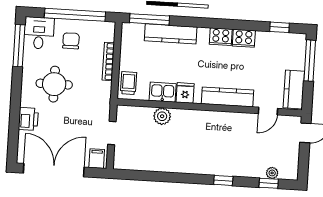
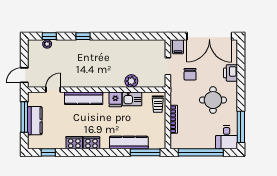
chair: (71, 41) -> (190, 74), moved
window: (310, 61) -> (24, 117), moved
kitchen counter: (294, 90) -> (35, 121), moved

